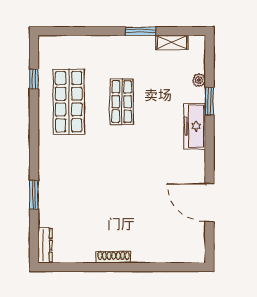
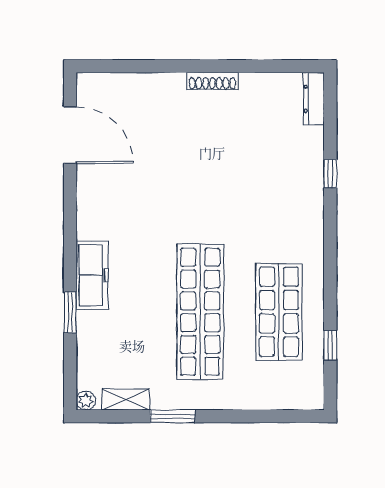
plant: (199, 80) -> (86, 401), moved
shop shelf: (122, 102) -> (200, 312), width x2.00, depth x1.36
window: (34, 195) -> (330, 174), width x0.67
door: (209, 202) -> (70, 135), moved

